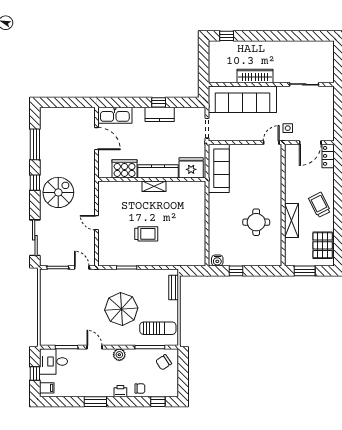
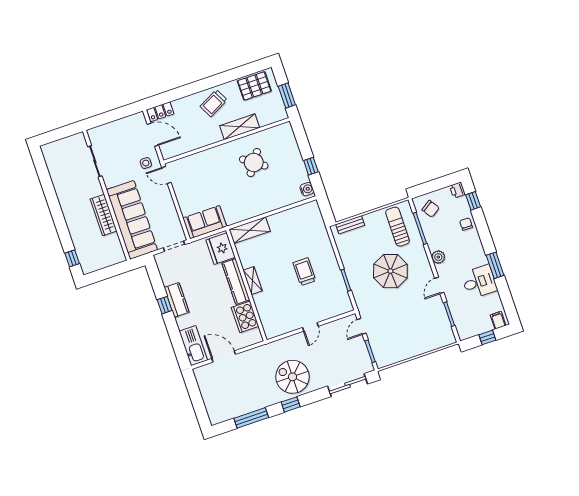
door: (96, 139) -> (224, 356), hinge flipped
sofa: (219, 168) -> (205, 222), width x0.73
shelving: (199, 199) -> (250, 230), added
round table: (256, 222) -> (254, 162), turned 35
desk: (54, 361) -> (479, 282), moved, turned -90
printer: (120, 391) -> (457, 190), moved

